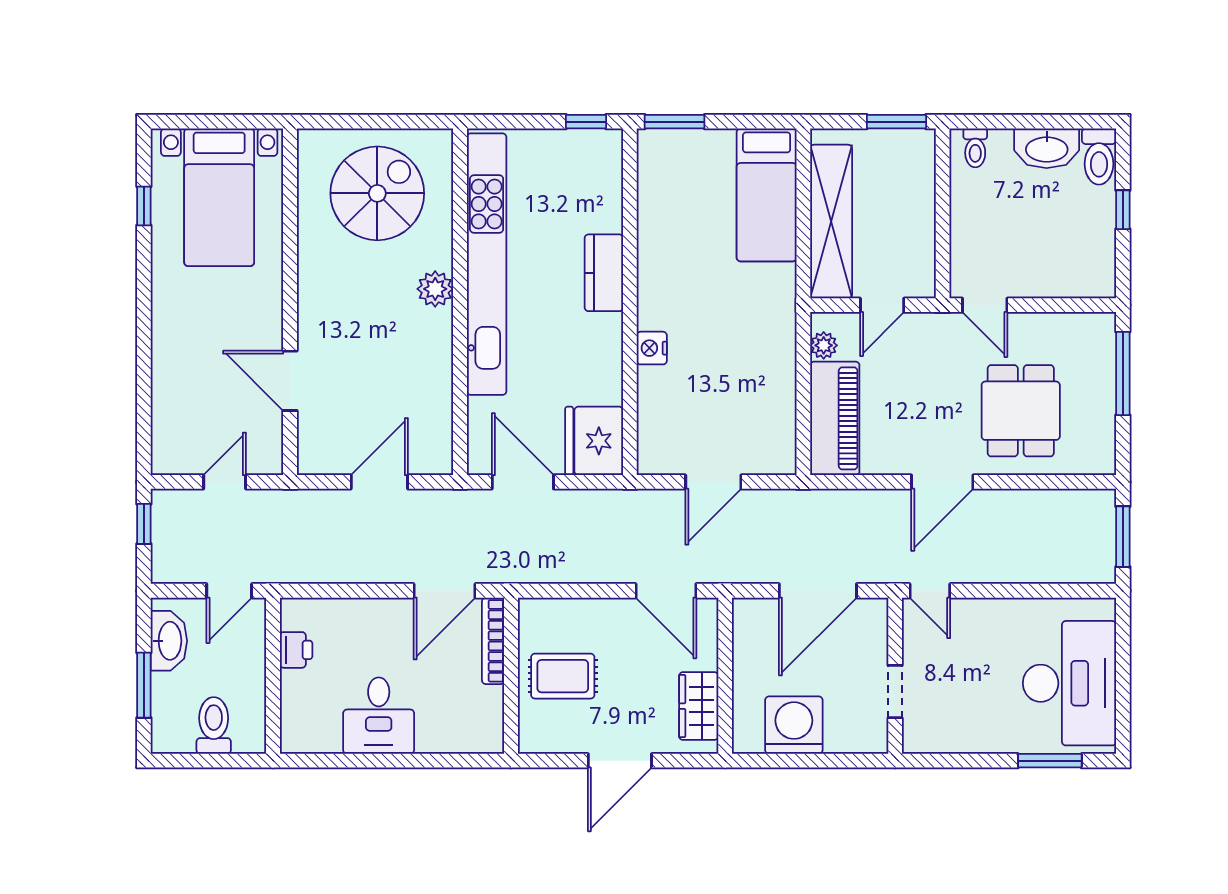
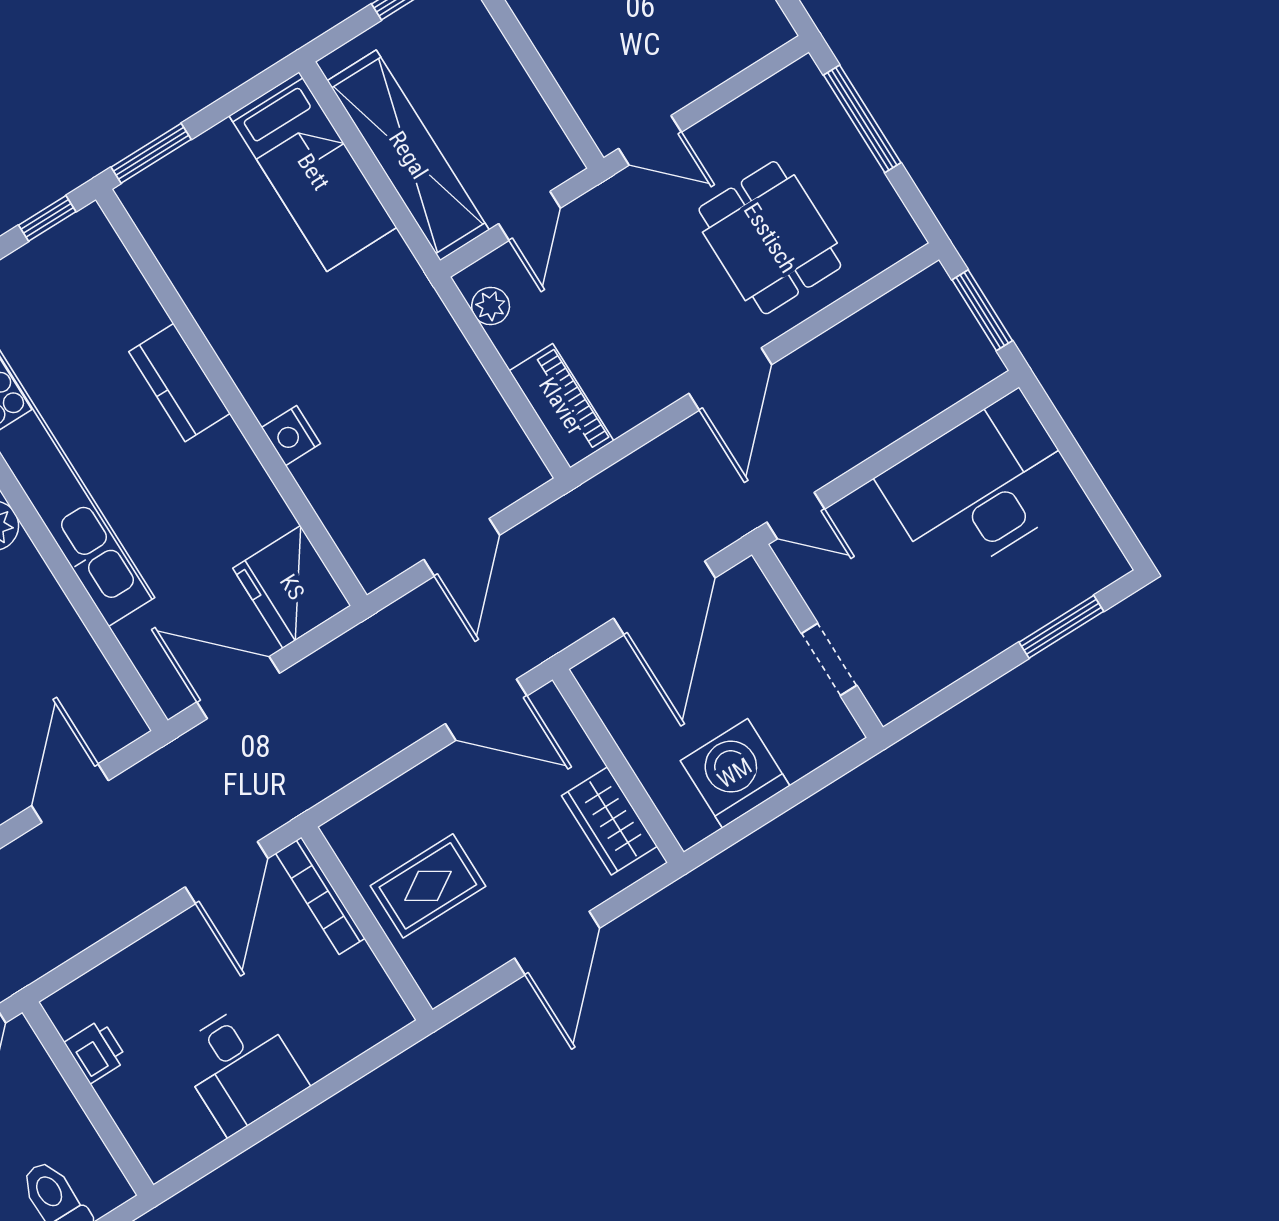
piano: (835, 418) -> (561, 406), width x0.73, depth x0.75
desk: (1069, 683) -> (980, 487), moved, turned -90

